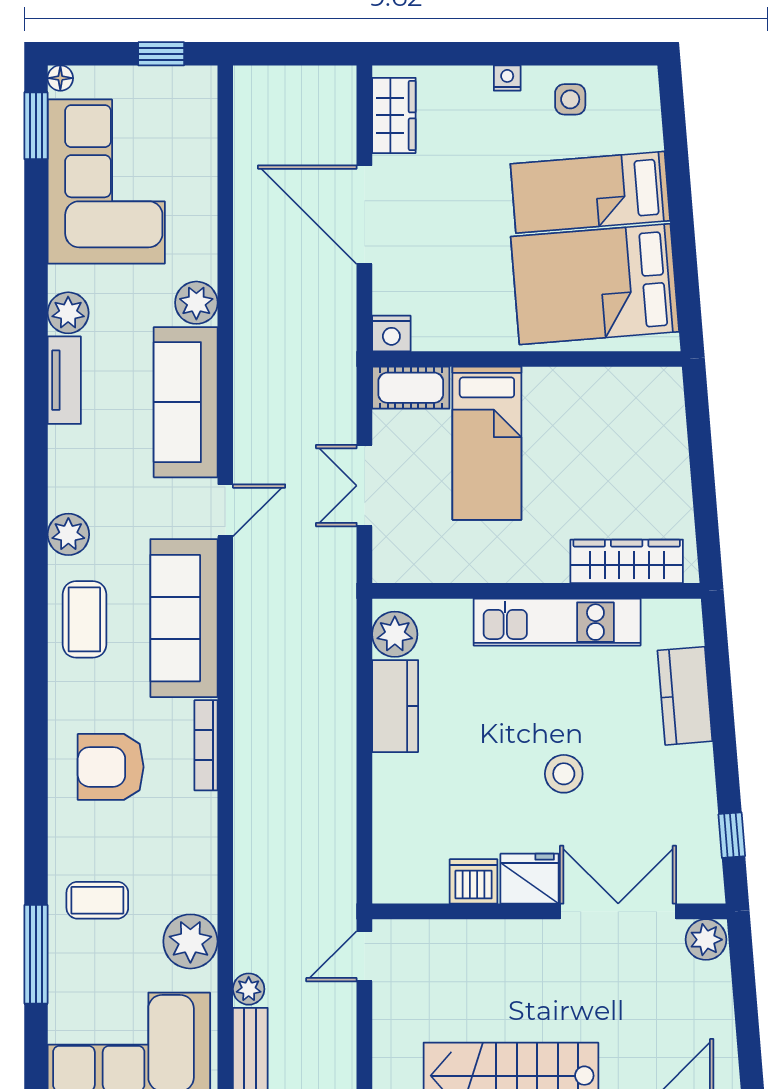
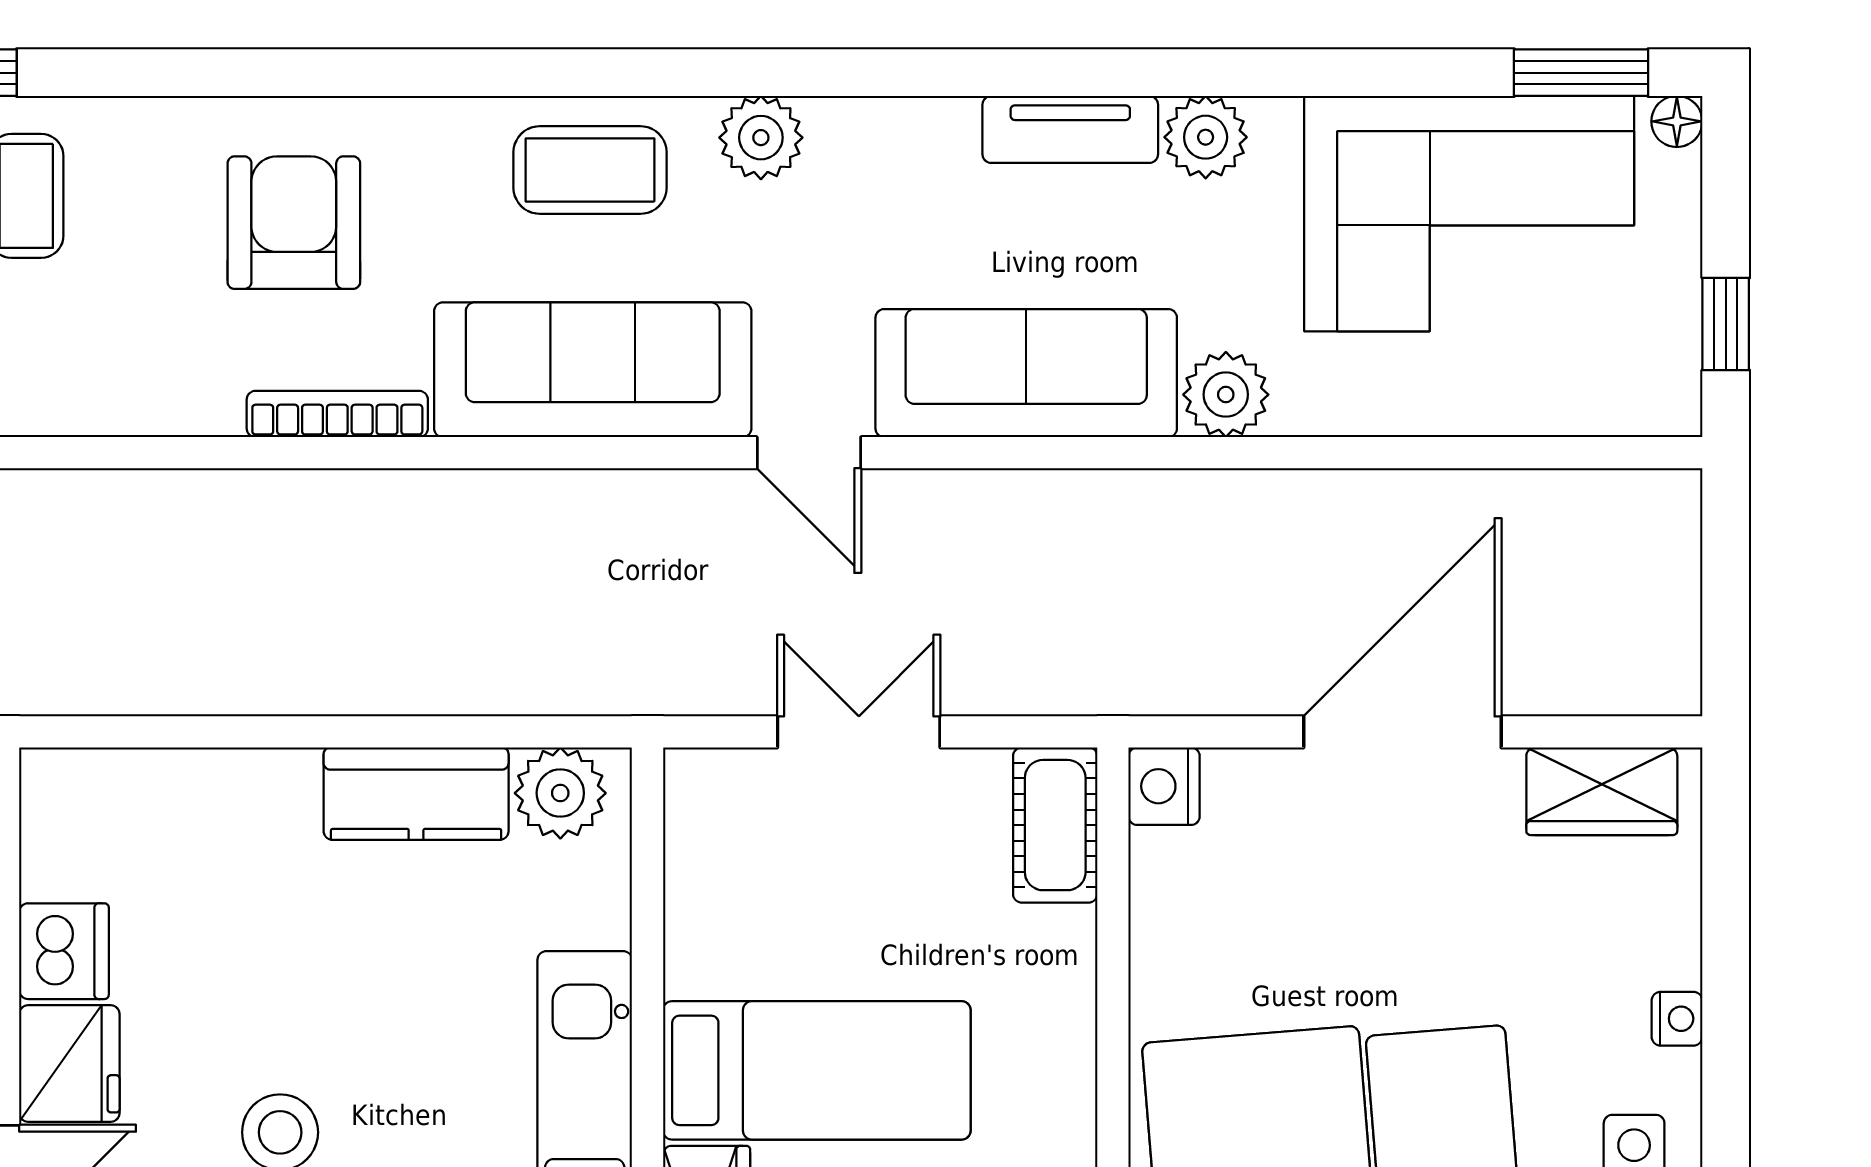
bed: (487, 443) -> (817, 1070), moved, turned 180

